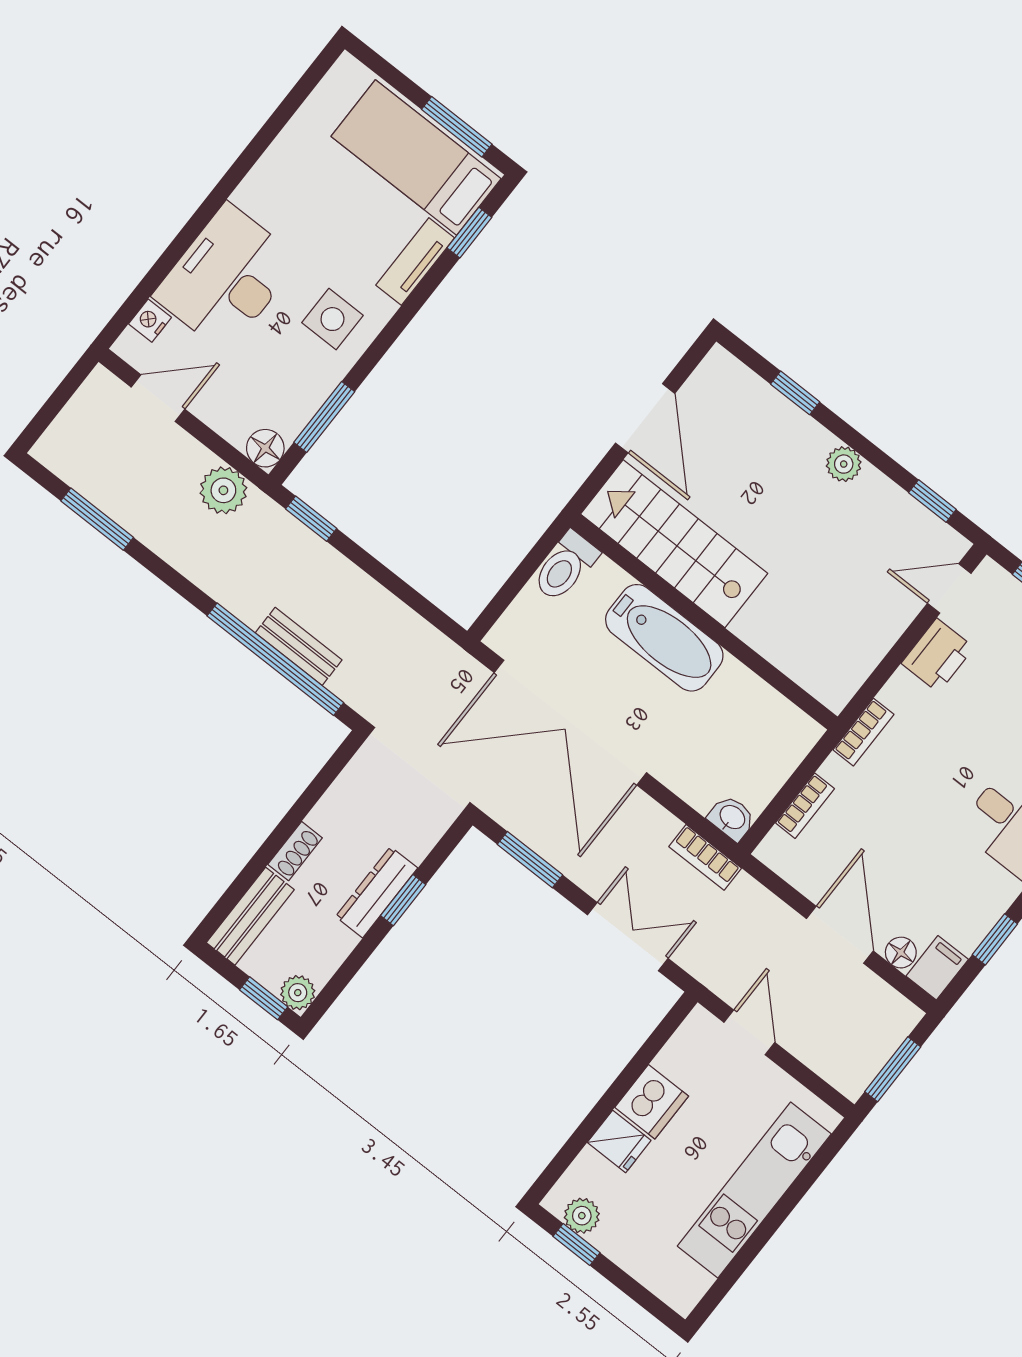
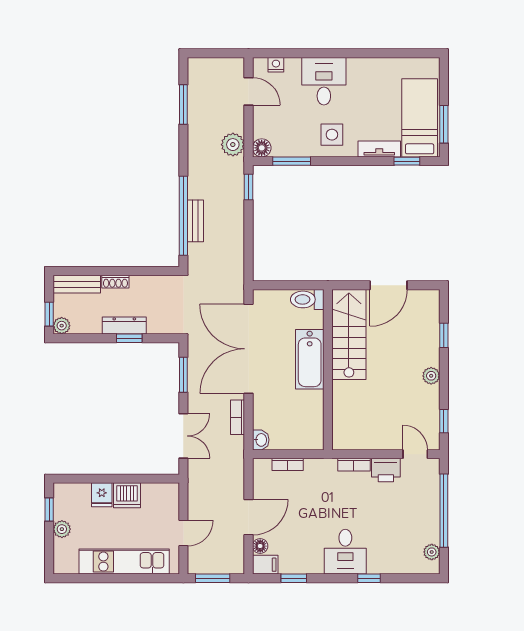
desk: (226, 278) -> (324, 81), width x0.73
bookcase: (863, 732) -> (354, 465), moved
bookcase: (705, 857) -> (237, 417), moved
door: (749, 1032) -> (183, 533), moved
plant: (582, 1216) -> (62, 529), moved

